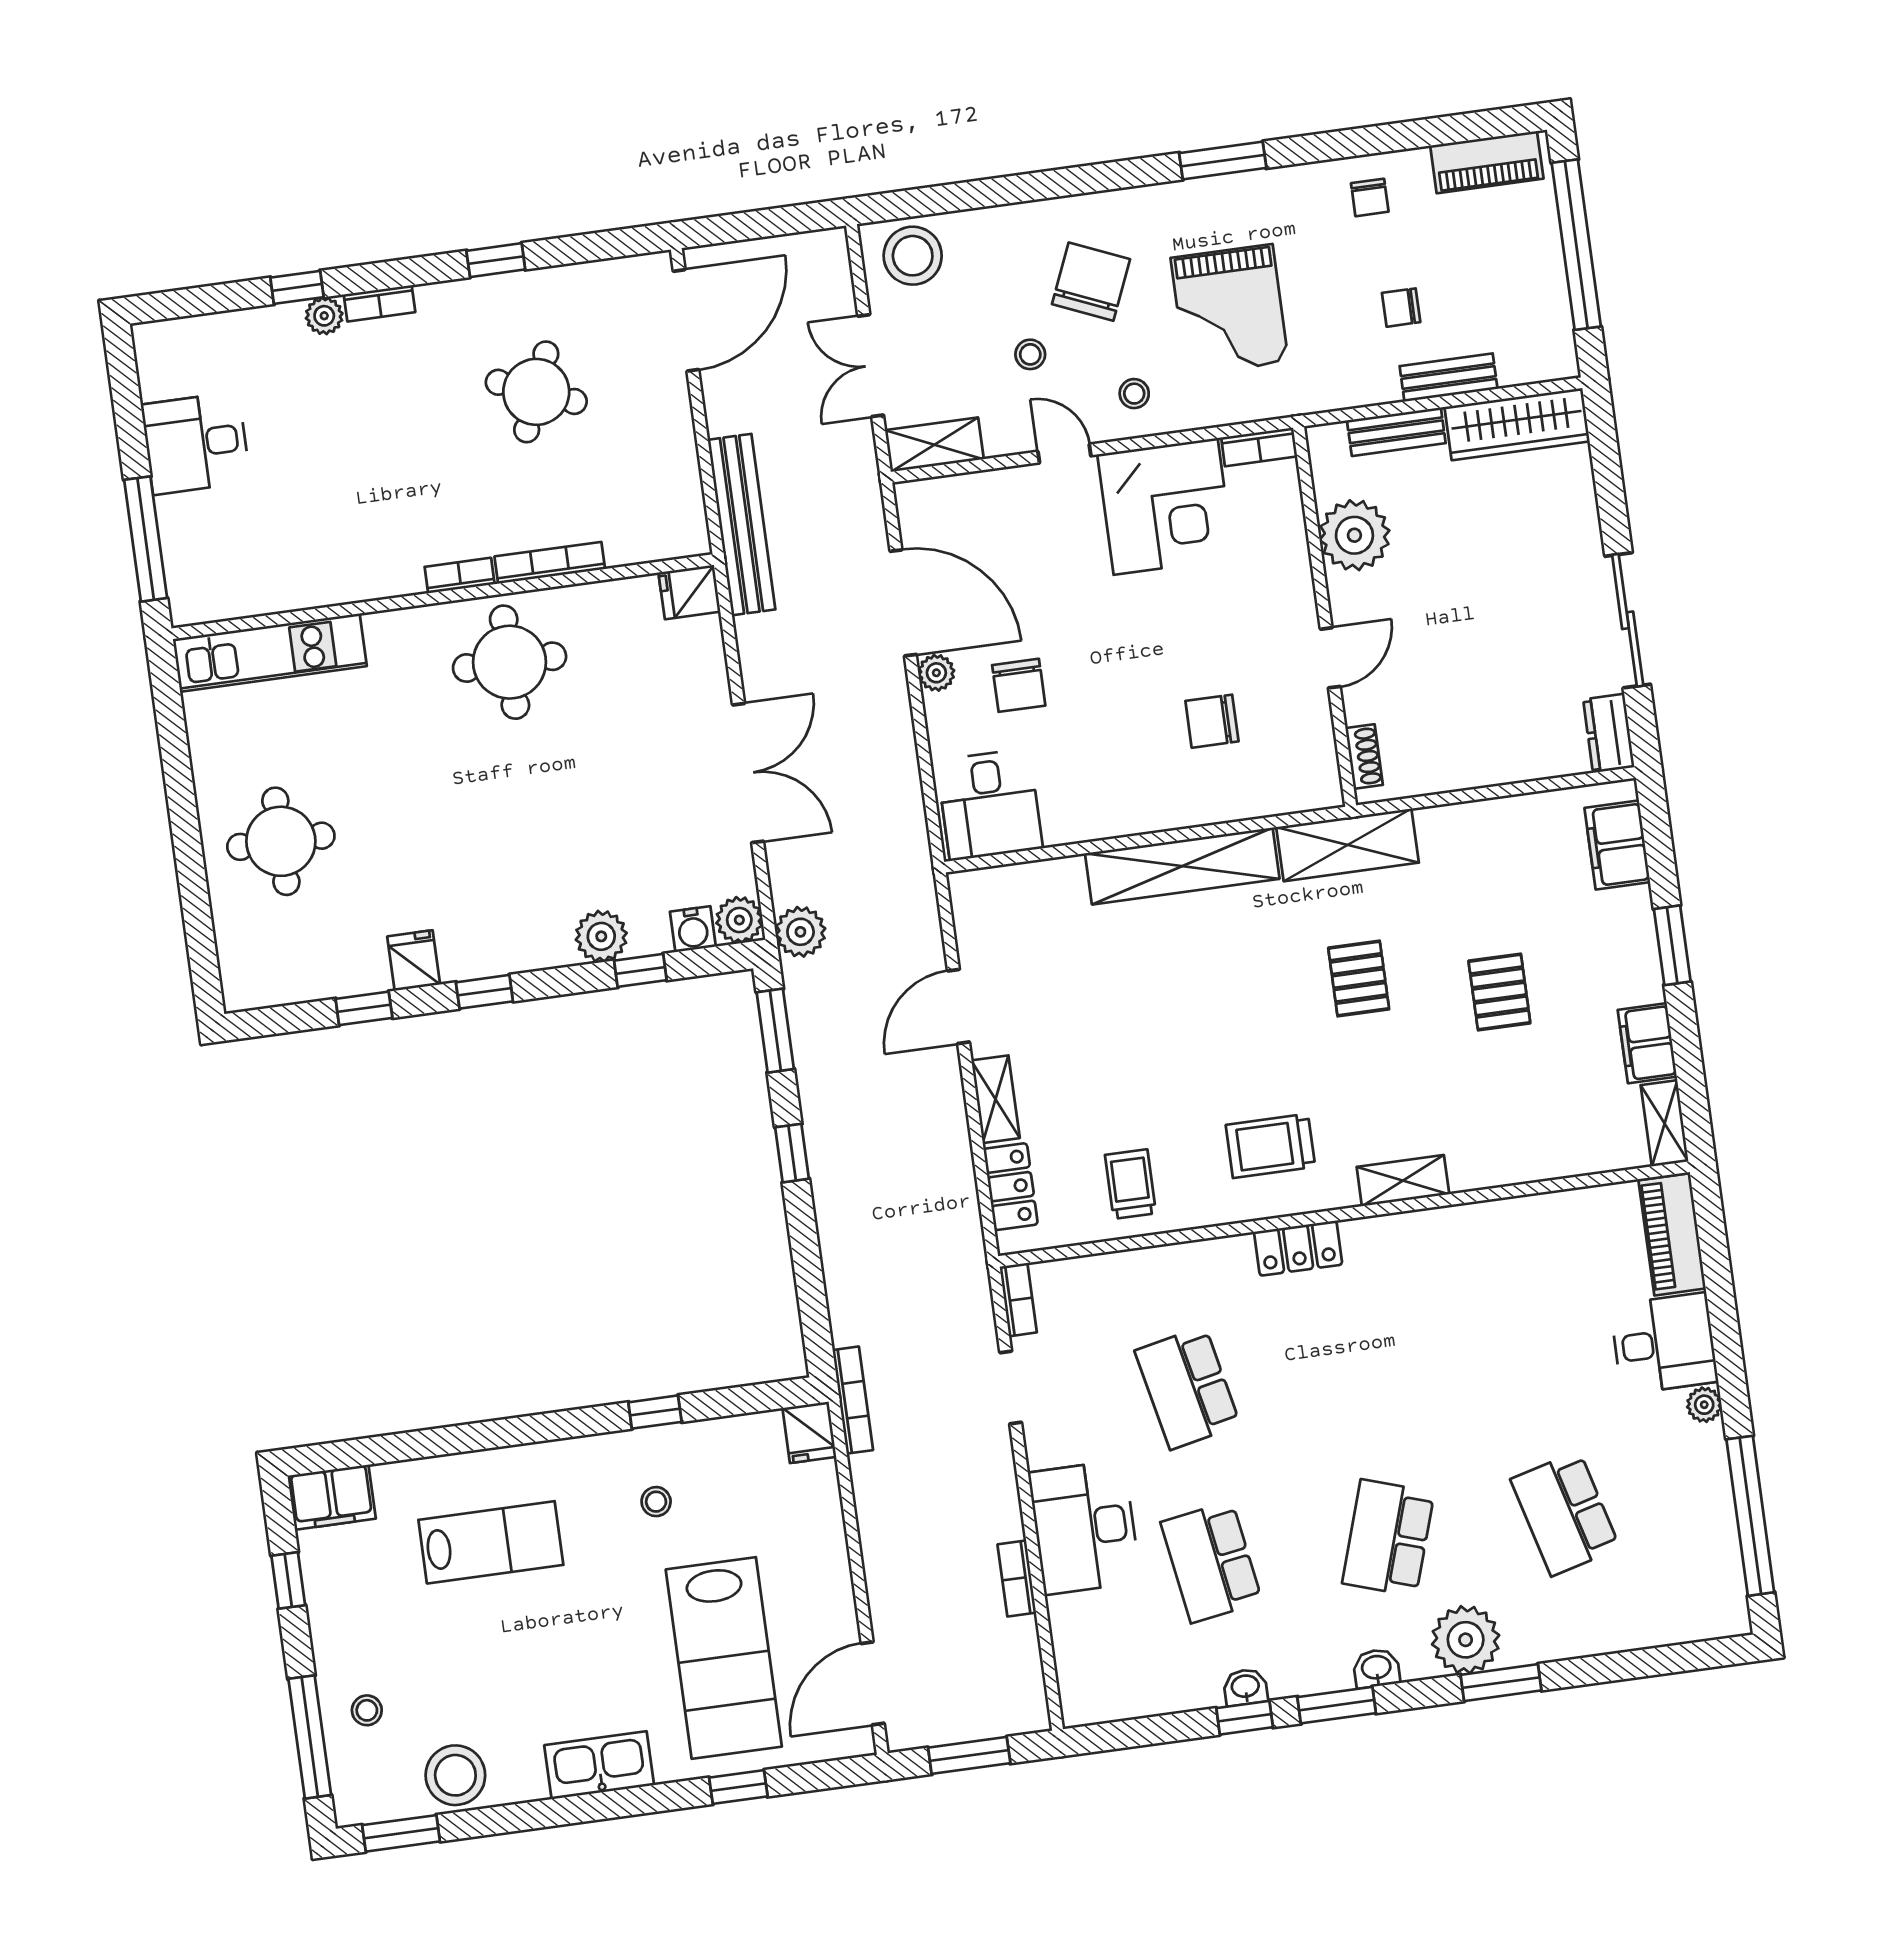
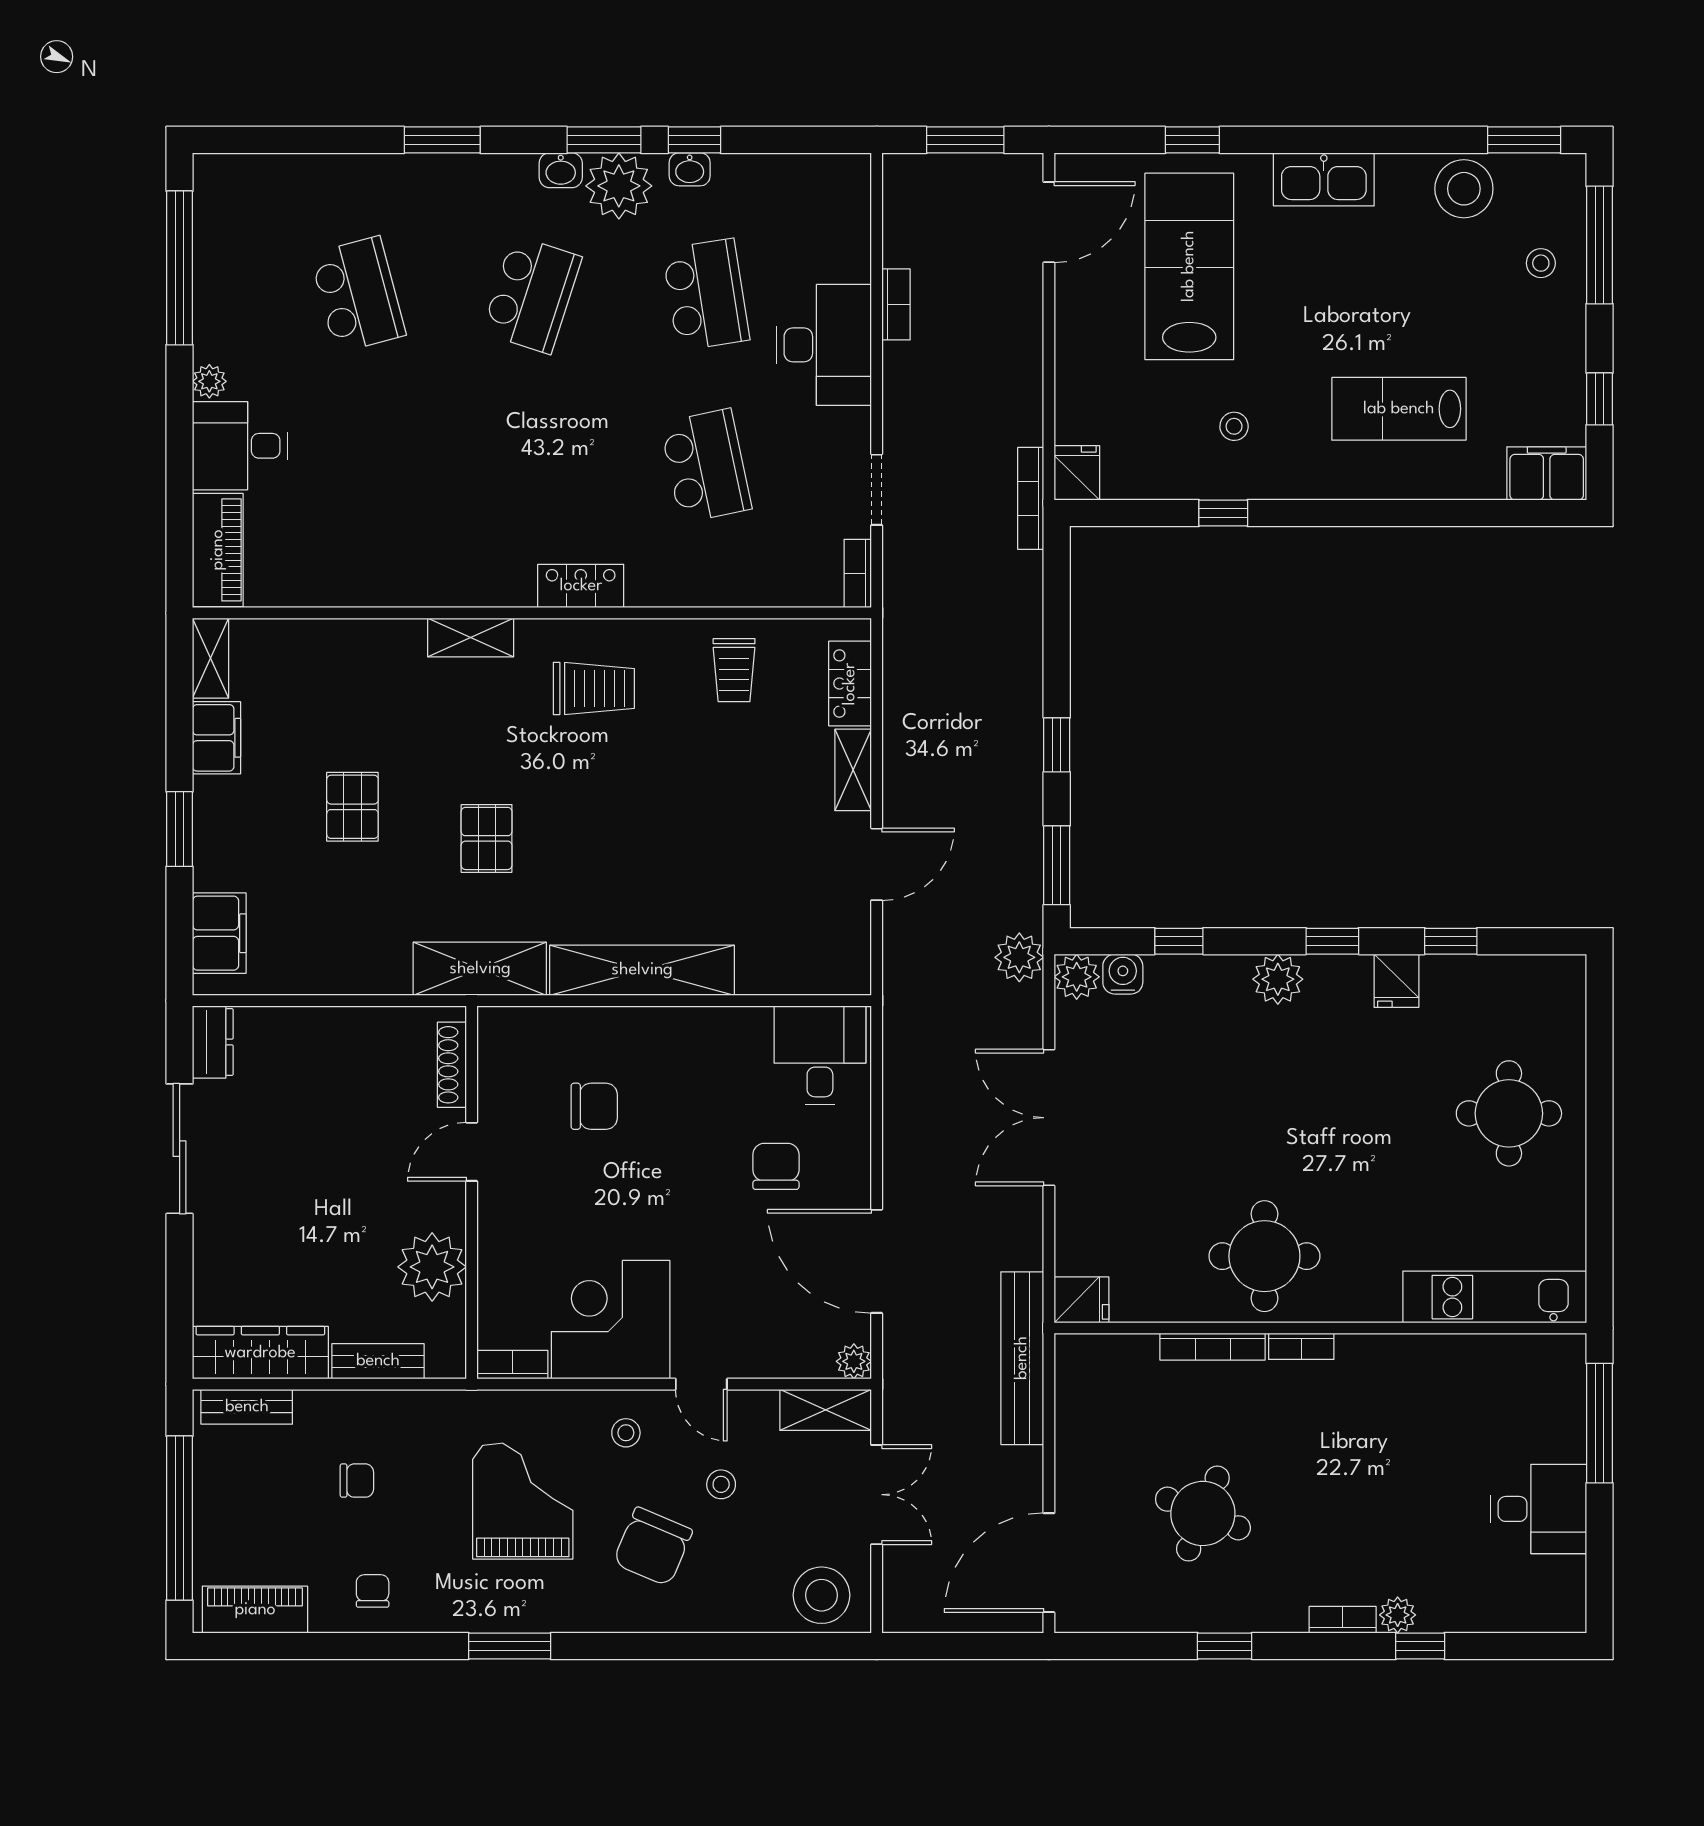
bench: (1449, 377) -> (247, 1407), moved
plant: (936, 673) -> (854, 1361), moved
shoe rack: (1364, 756) -> (452, 1065), width x1.43
plant: (601, 936) -> (1278, 979), moved
plant: (1466, 1640) -> (619, 186), moved

